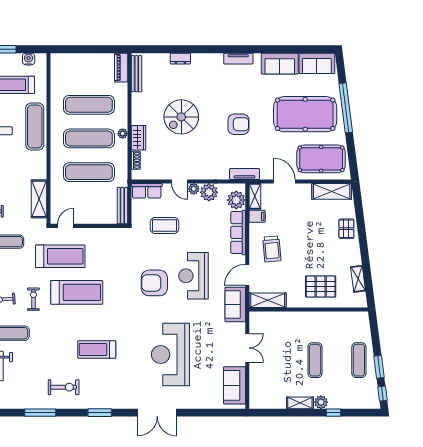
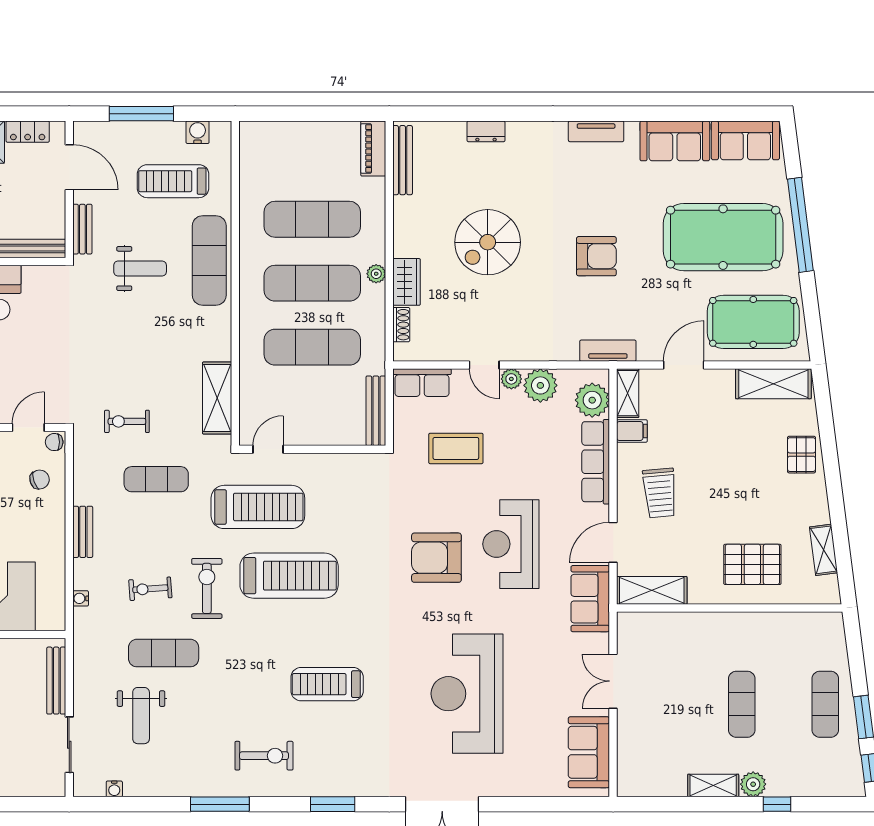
door: (284, 182) -> (684, 365), hinge flipped
exercise bike: (33, 299) -> (207, 588), width x1.38, depth x1.39
double door: (247, 348) -> (613, 681), swing flipped

